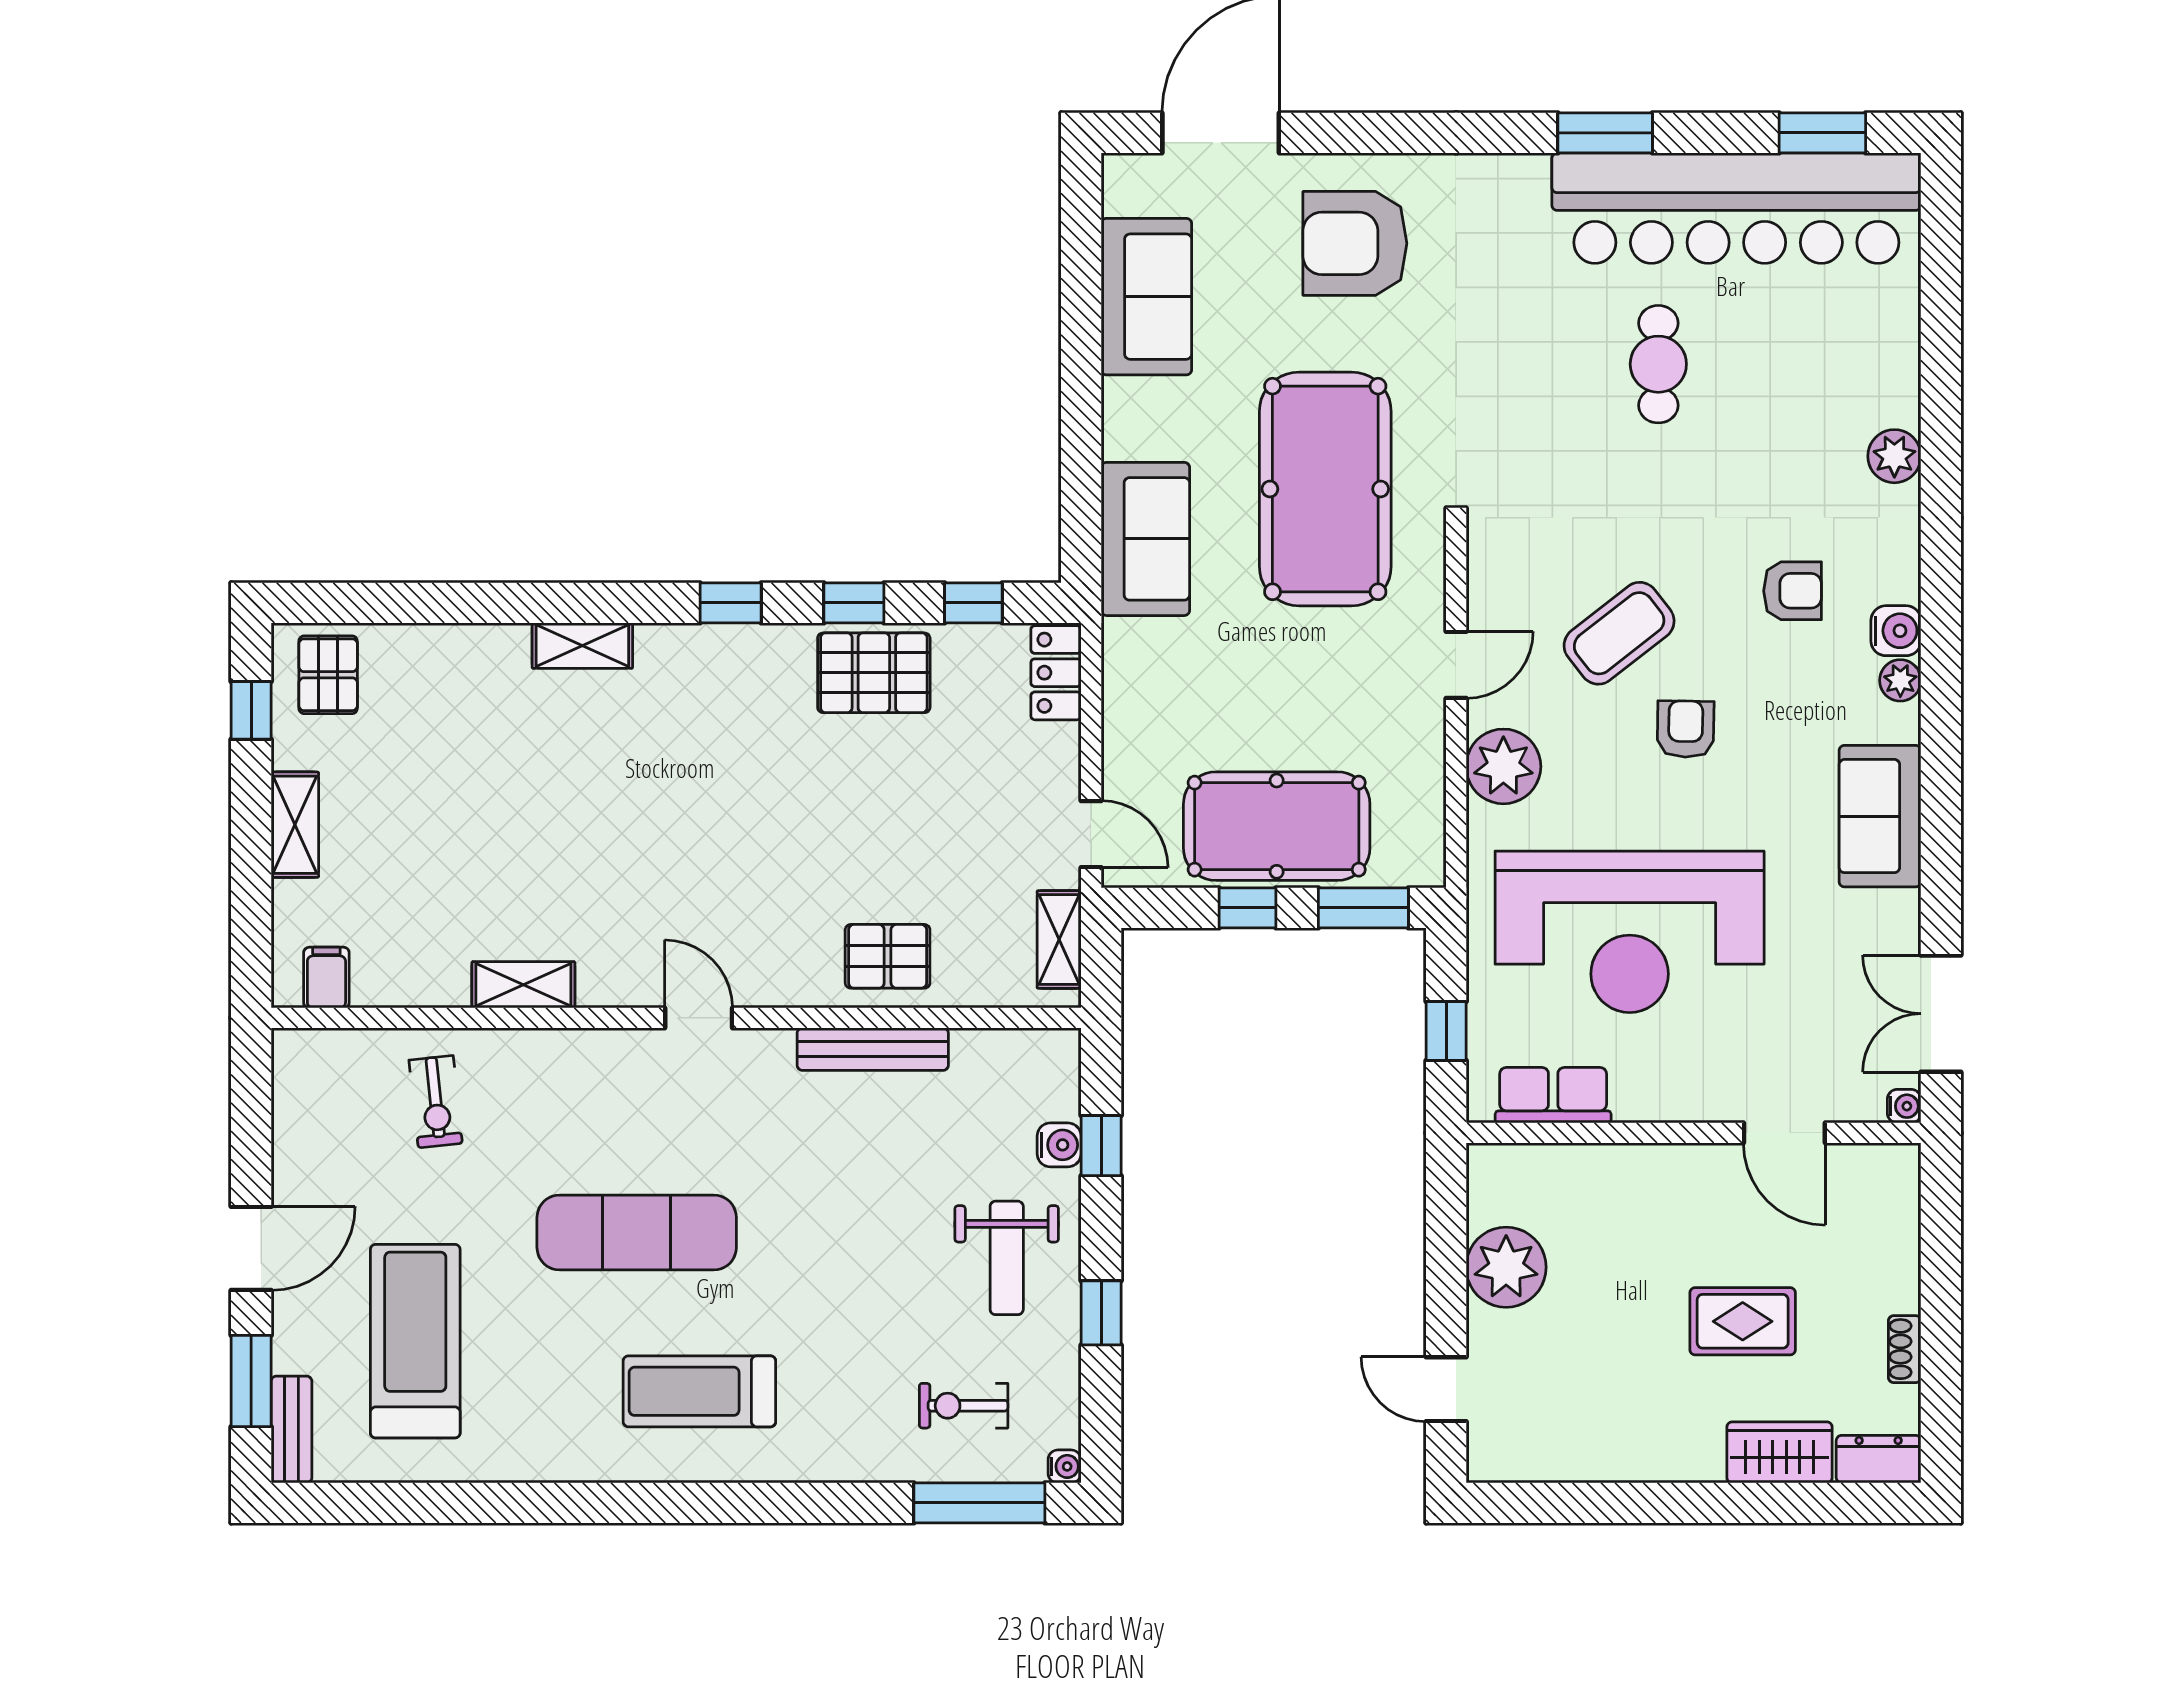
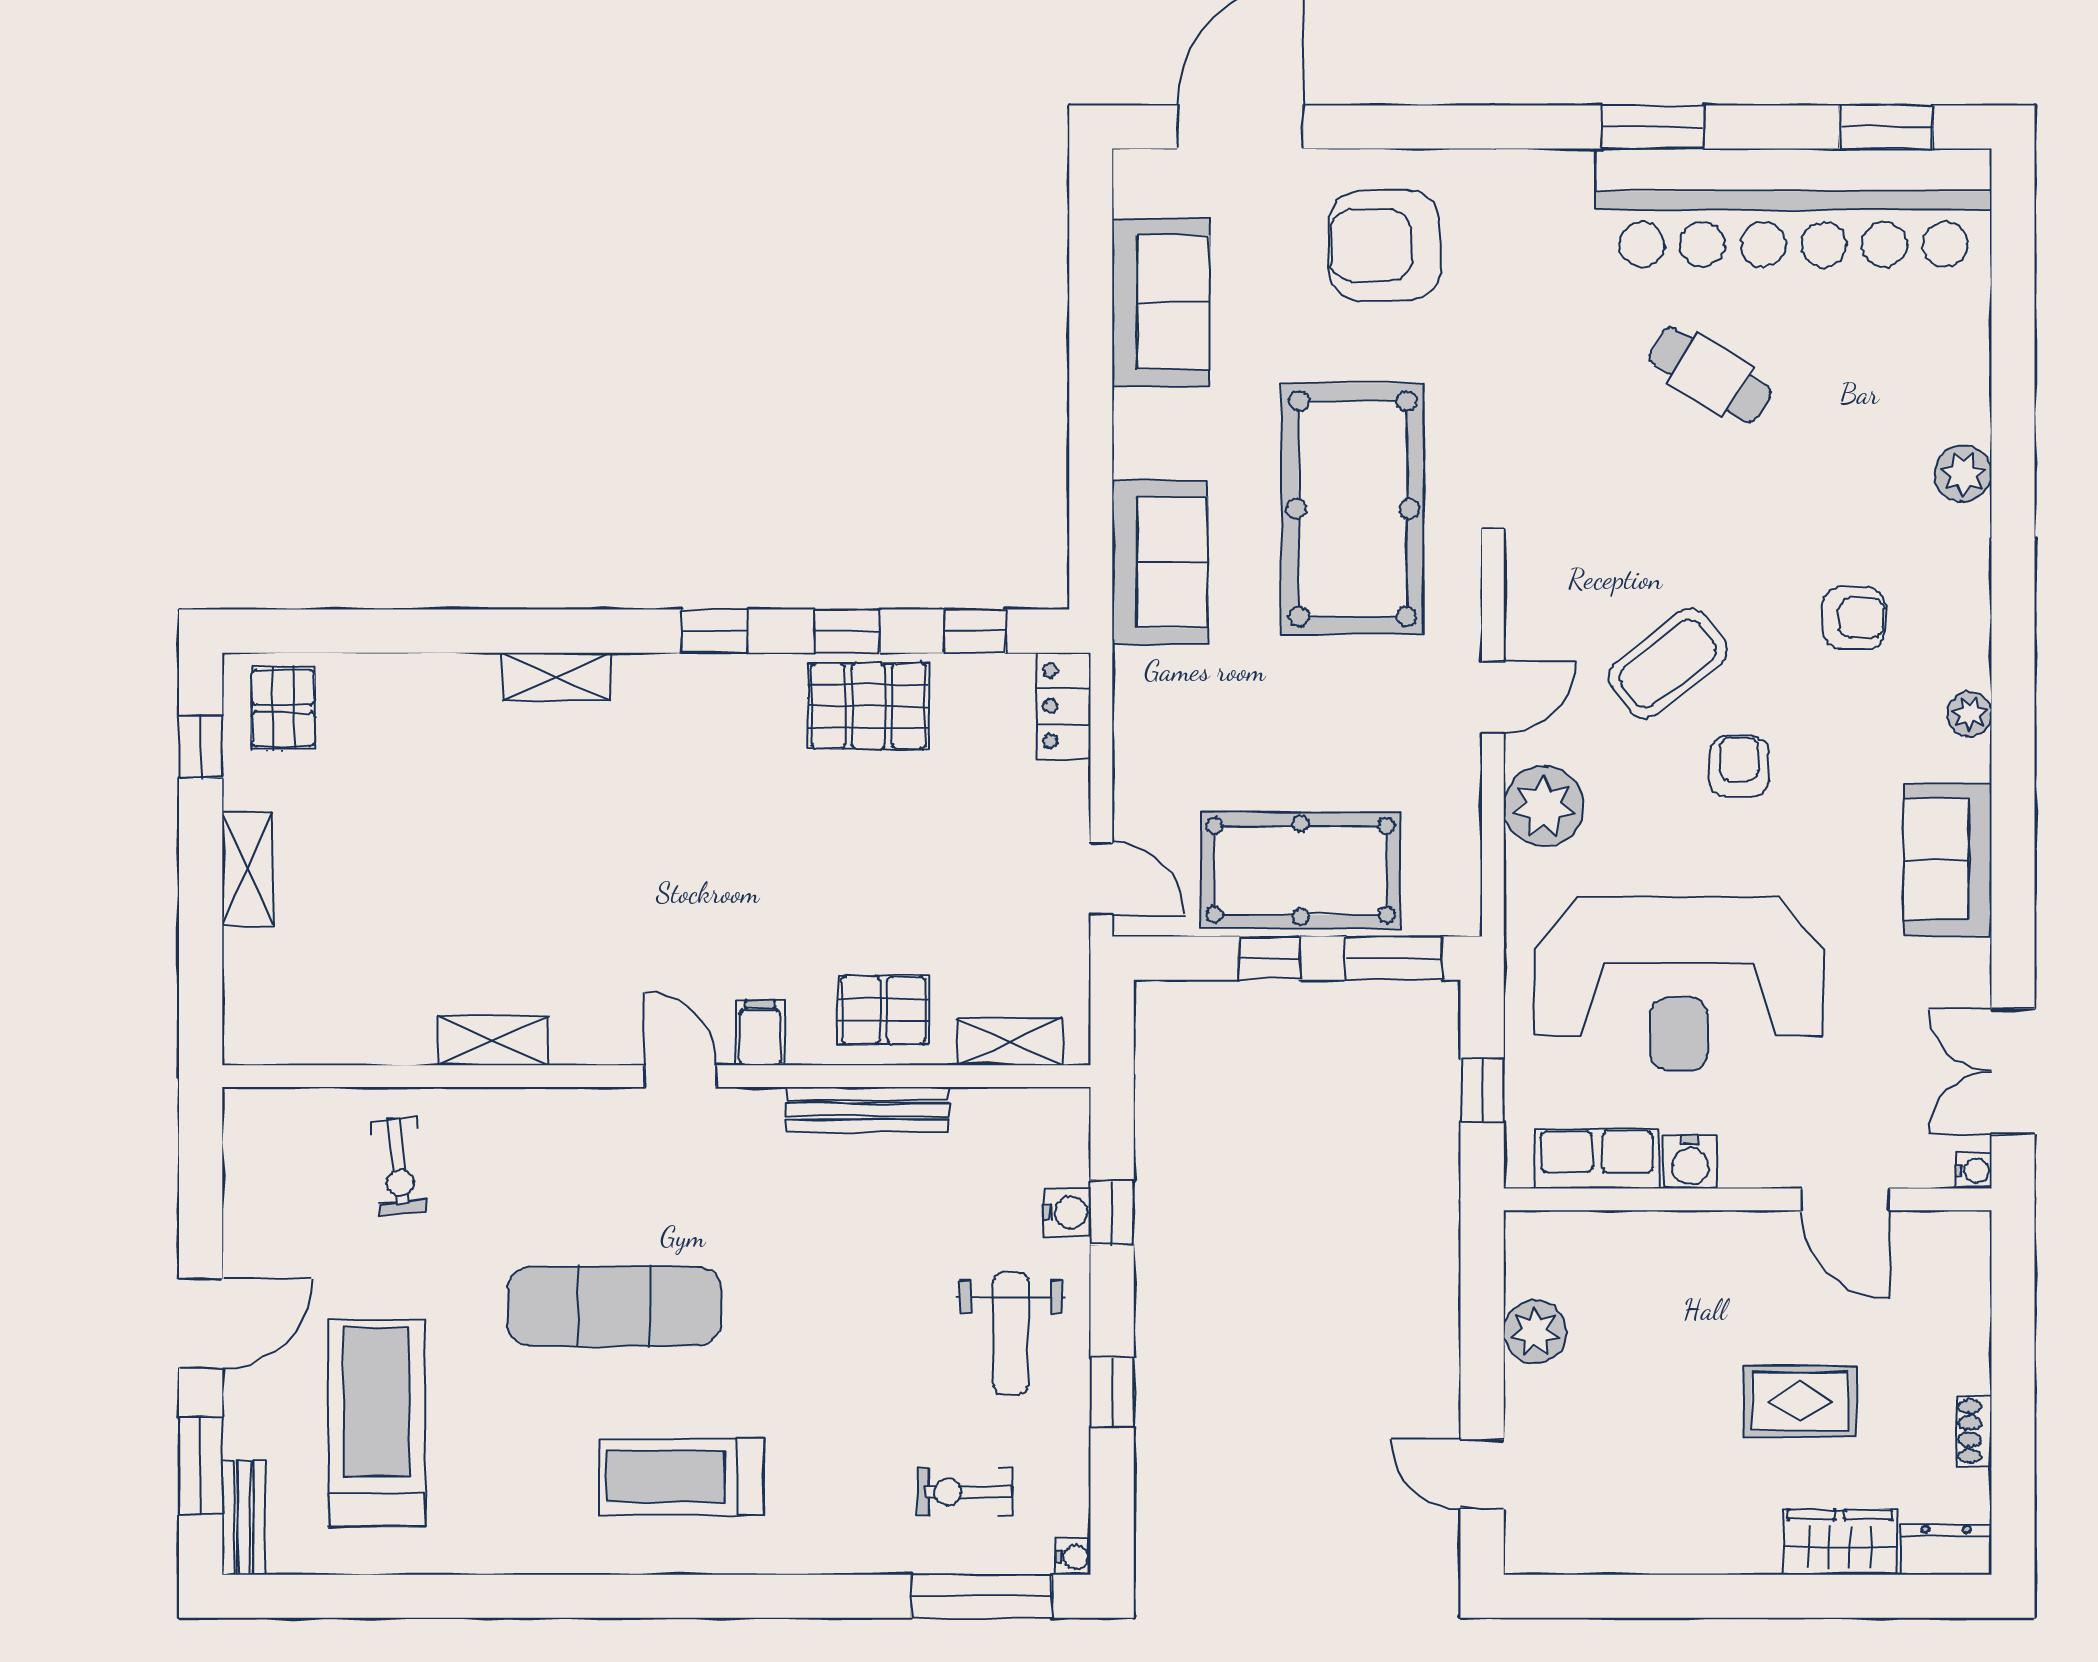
cafe table: (1658, 364) -> (1710, 375), turned -58
water cooler: (1896, 631) -> (1690, 1162), moved, turned 90
shelving: (1059, 939) -> (1010, 1042), moved, turned 90
filing cabinet: (326, 978) -> (760, 1033), moved
plant: (1506, 1267) -> (1535, 1332), width x0.73, depth x0.73

